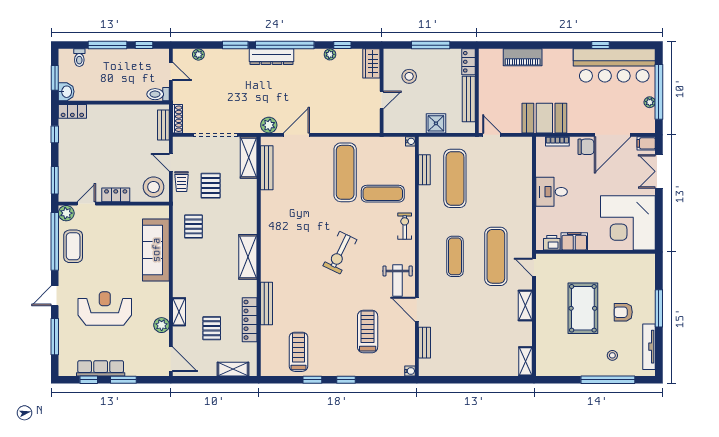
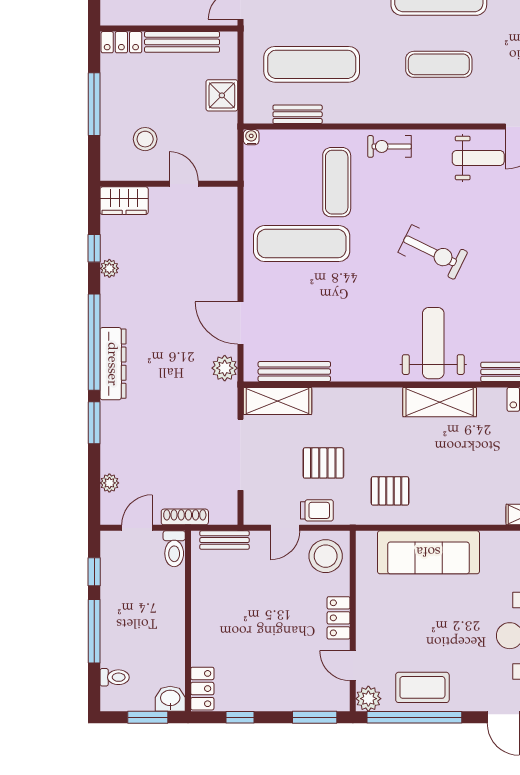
shoe rack: (178, 119) -> (185, 517), moved
weight bench: (284, 253) -> (433, 343), added

